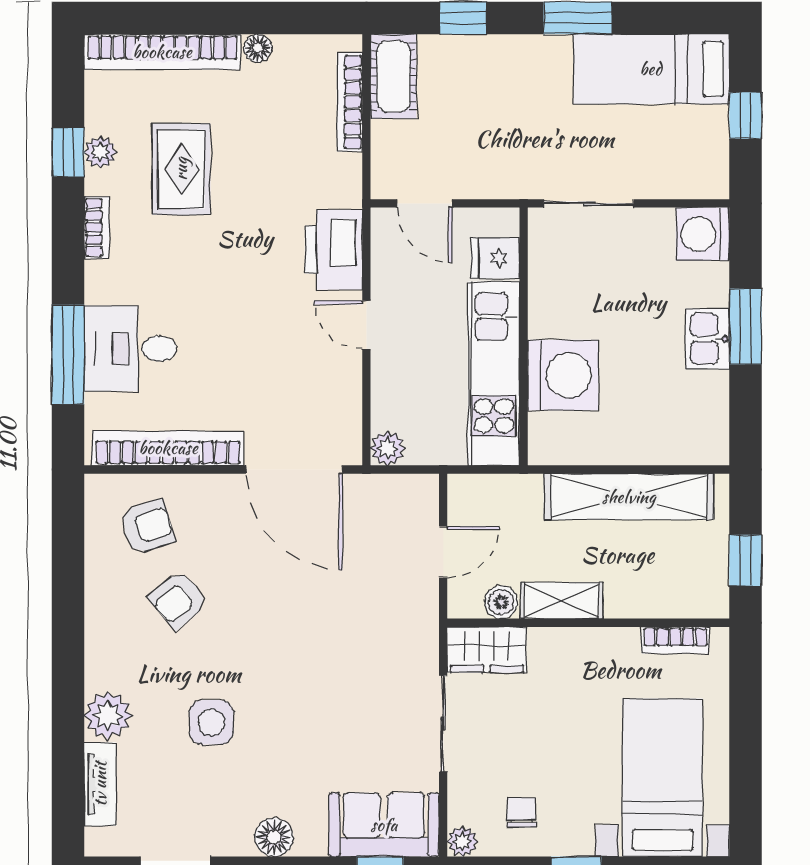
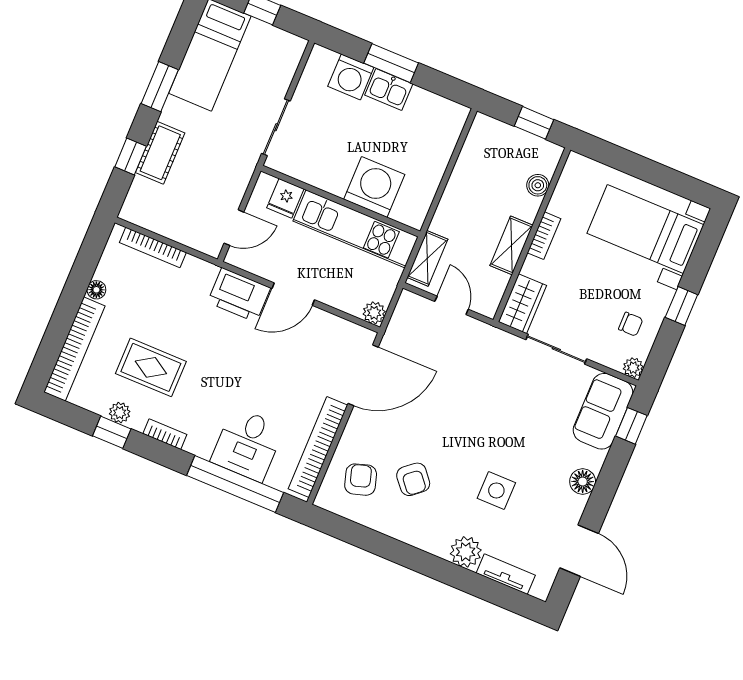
cot: (393, 76) -> (160, 153), moved, turned 90
washing machine: (703, 234) -> (351, 77), moved
door: (366, 325) -> (293, 294), width x1.38
window: (68, 355) -> (235, 484), width x1.46
shelving: (629, 497) -> (427, 258), moved, width x0.45, depth x0.75
boiler: (501, 602) -> (538, 185), moved
bookcase: (675, 640) -> (544, 236), moved
chair: (521, 813) -> (631, 324), turned 180

